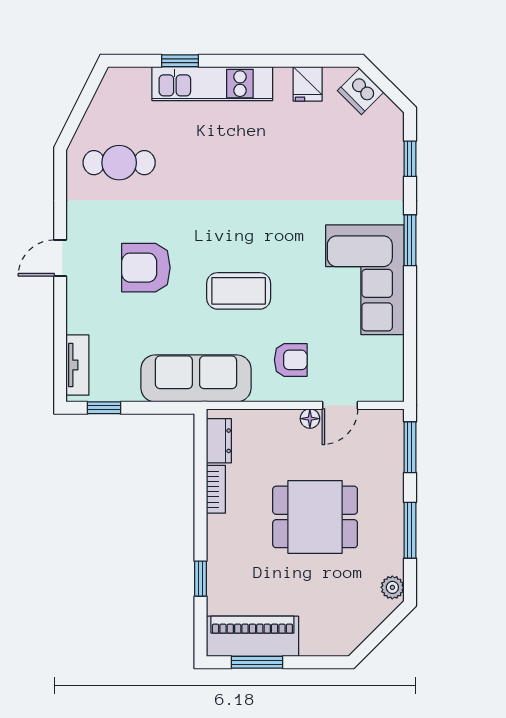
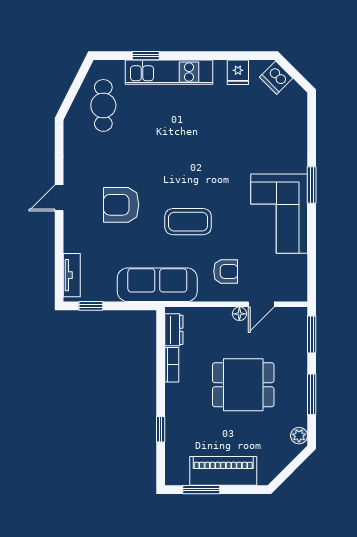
window: (410, 159) -> (312, 126), removed
cafe table: (119, 163) -> (103, 105), moved, turned 90
piano: (252, 636) -> (223, 471), moved

